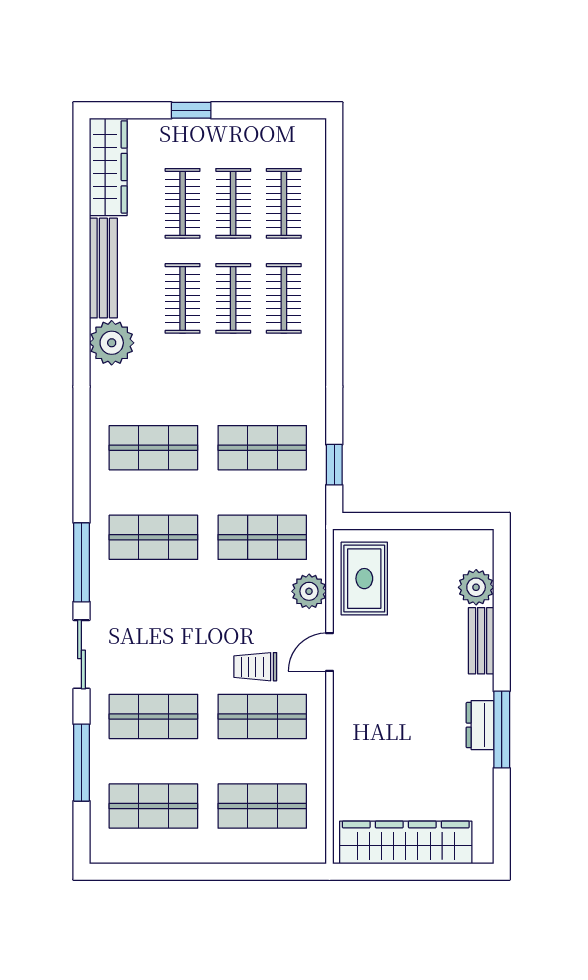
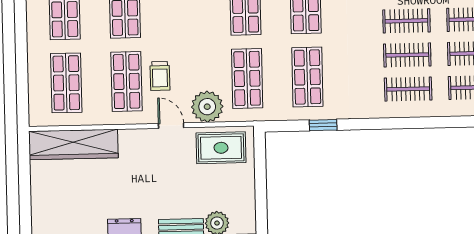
window: (334, 465) -> (323, 125), moved
plant: (309, 591) -> (207, 107), width x1.36, depth x1.36
trolley: (255, 667) -> (160, 76), turned 180
wardrobe: (406, 842) -> (73, 144), moved, turned 90

